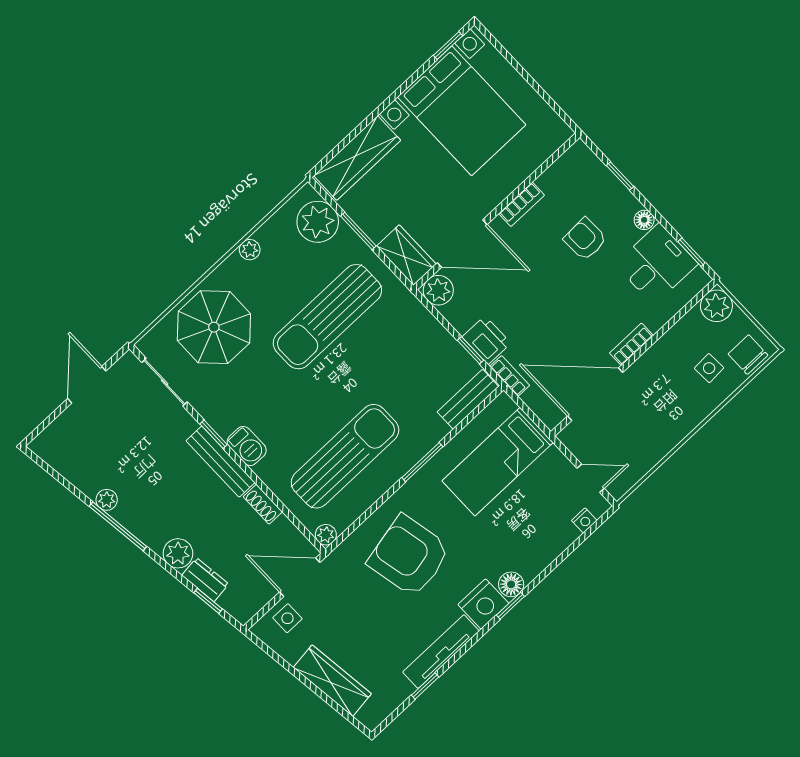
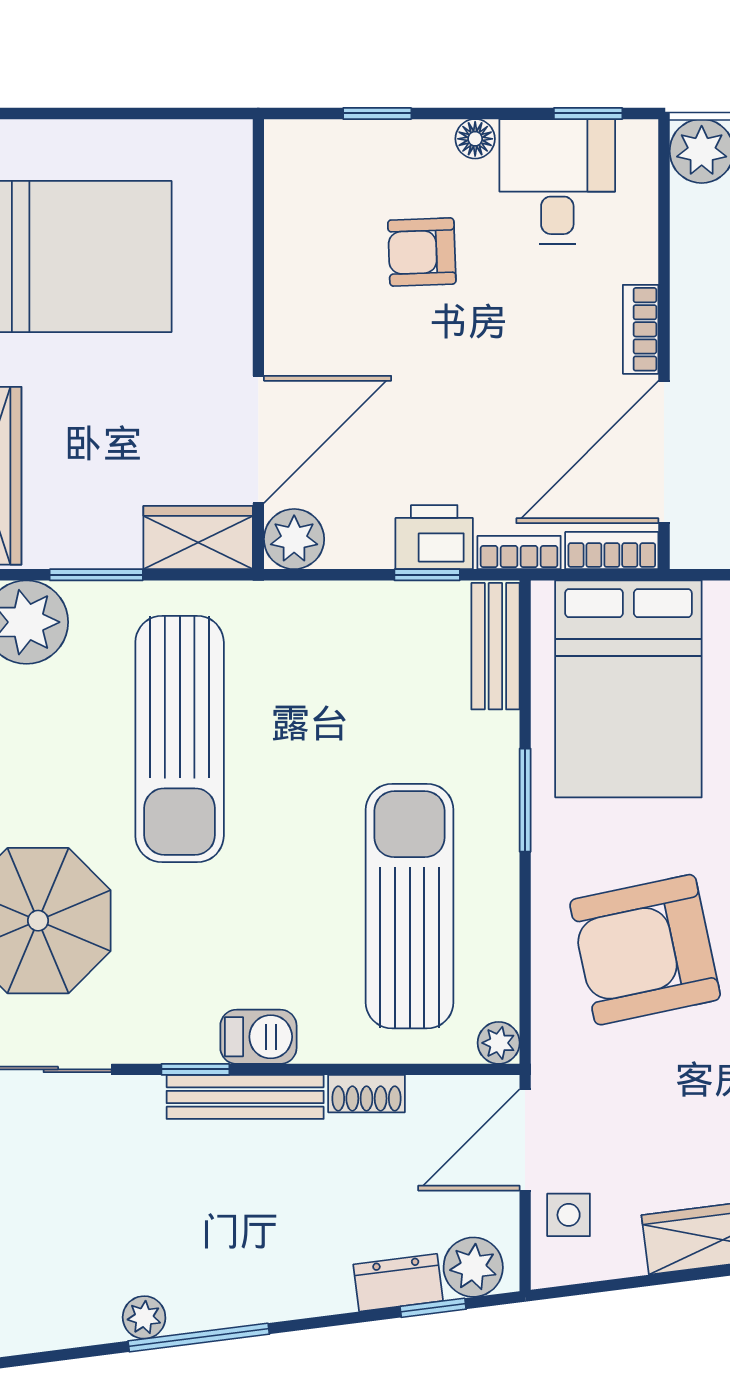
bookcase: (521, 204) -> (612, 551), moved, turned -90
bed: (498, 462) -> (628, 689), width x1.50
plant: (178, 553) -> (473, 1267), moved

